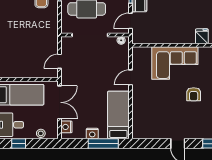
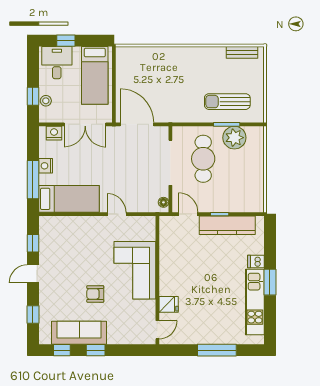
door: (59, 61) -> (137, 124), width x1.87
window: (19, 144) -> (33, 96), moved
window: (153, 144) -> (33, 243), added

